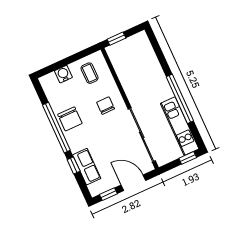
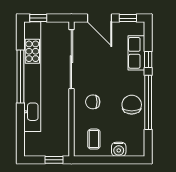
chair: (106, 106) -> (93, 102), turned 90
kitchen unit: (180, 126) -> (32, 77), width x1.86

